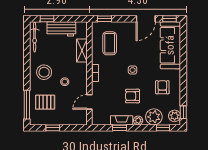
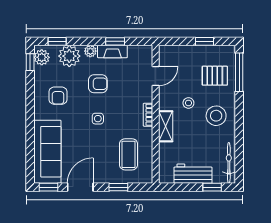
window: (105, 19) -> (118, 187), moved
shelving: (82, 50) -> (166, 126), moved

